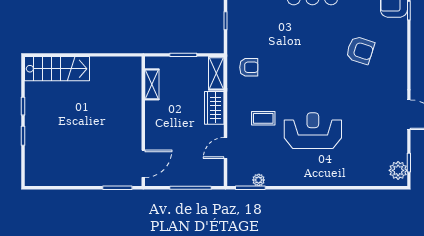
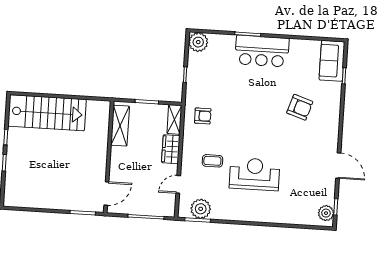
stairs: (57, 69) -> (47, 113), width x1.36, depth x1.51
shelving: (152, 84) -> (120, 126), width x1.50, depth x1.33
plant: (259, 180) -> (201, 209), width x1.88, depth x1.88

